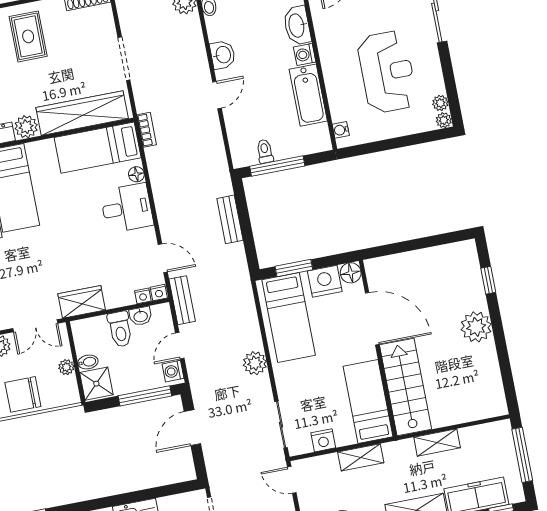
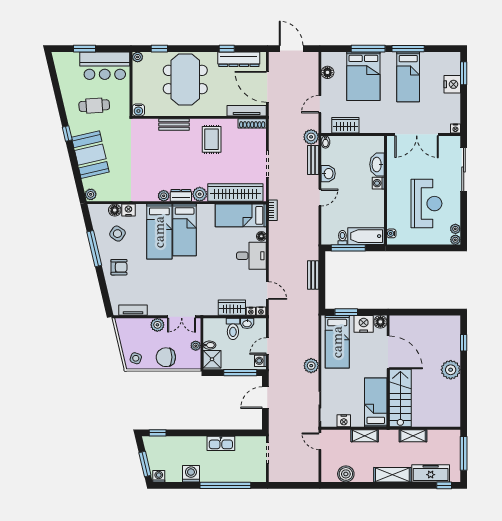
bathtub: (308, 95) -> (366, 236), moved, turned 90
bench: (182, 300) -> (313, 160), moved
wardrobe: (82, 302) -> (232, 308), moved

